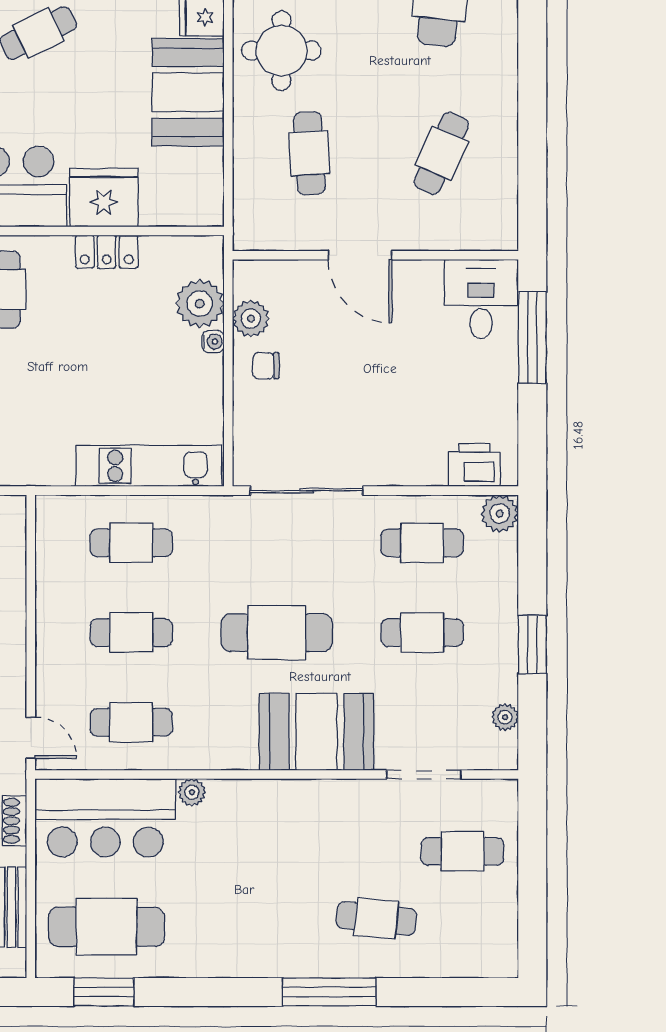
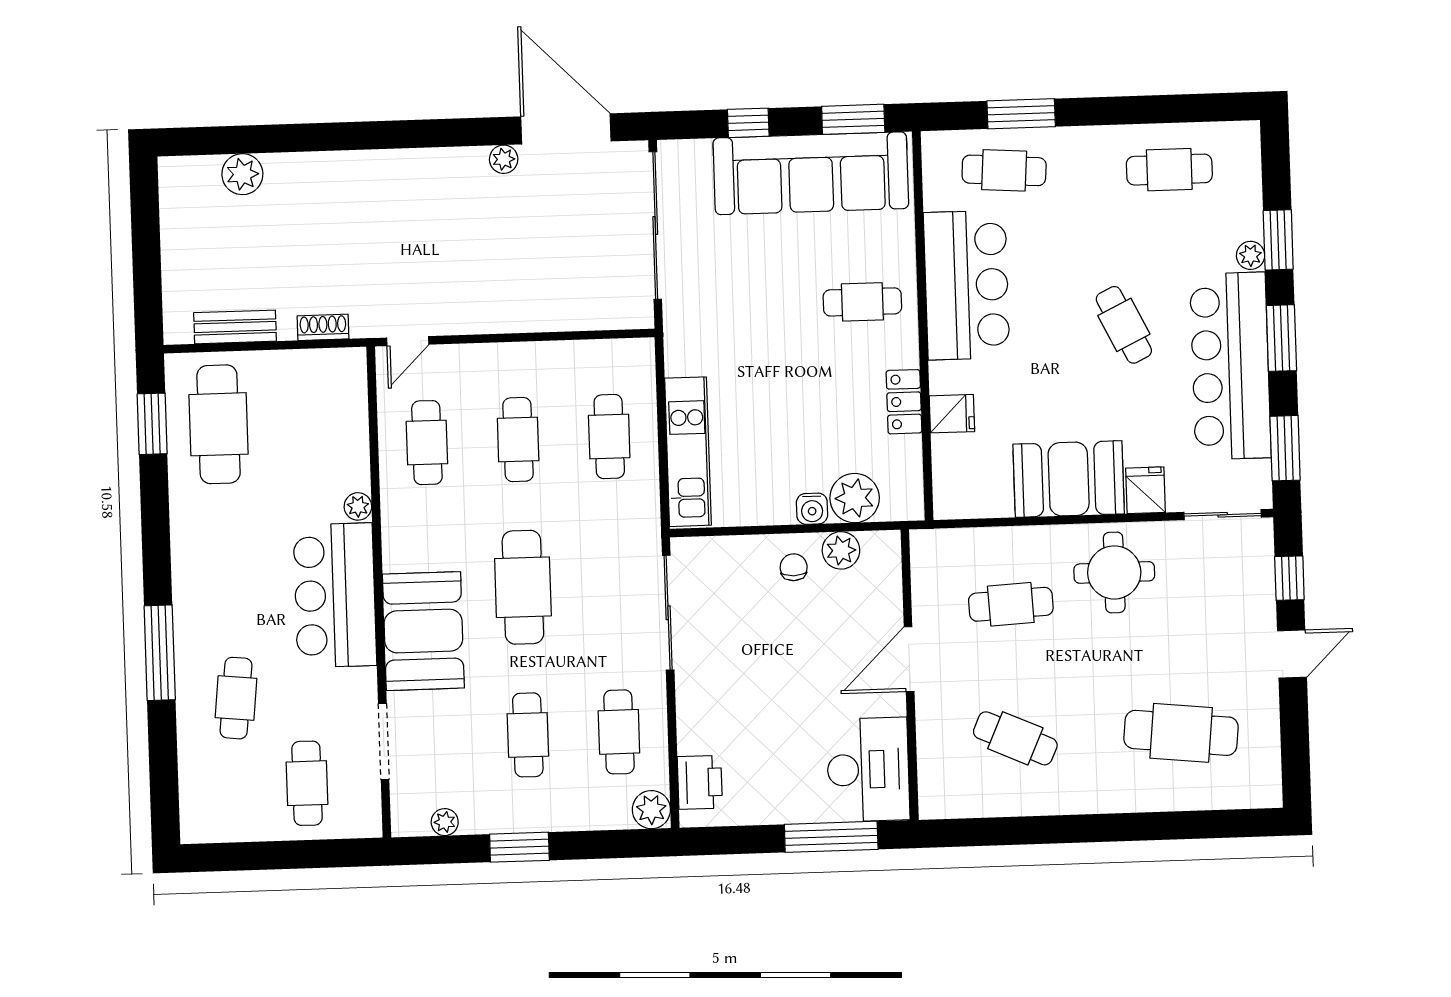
fridge: (104, 198) -> (952, 414), width x0.53, depth x0.75
desk: (481, 299) -> (868, 769), width x1.37
water cooler: (213, 342) -> (812, 509), width x1.38, depth x1.38
bar counter: (105, 818) -> (335, 595), moved

